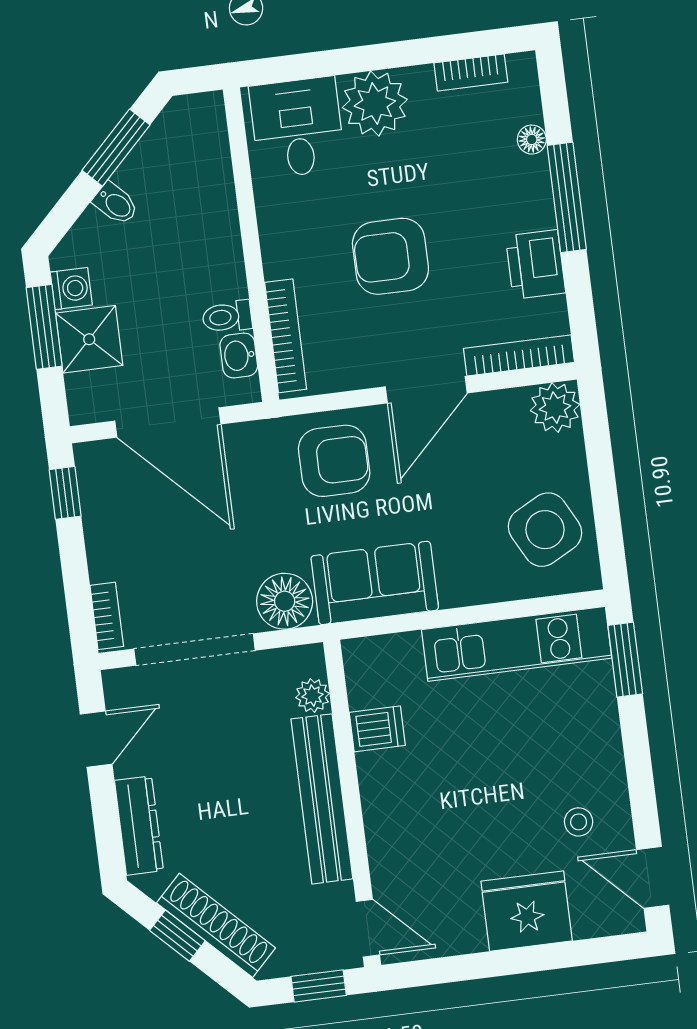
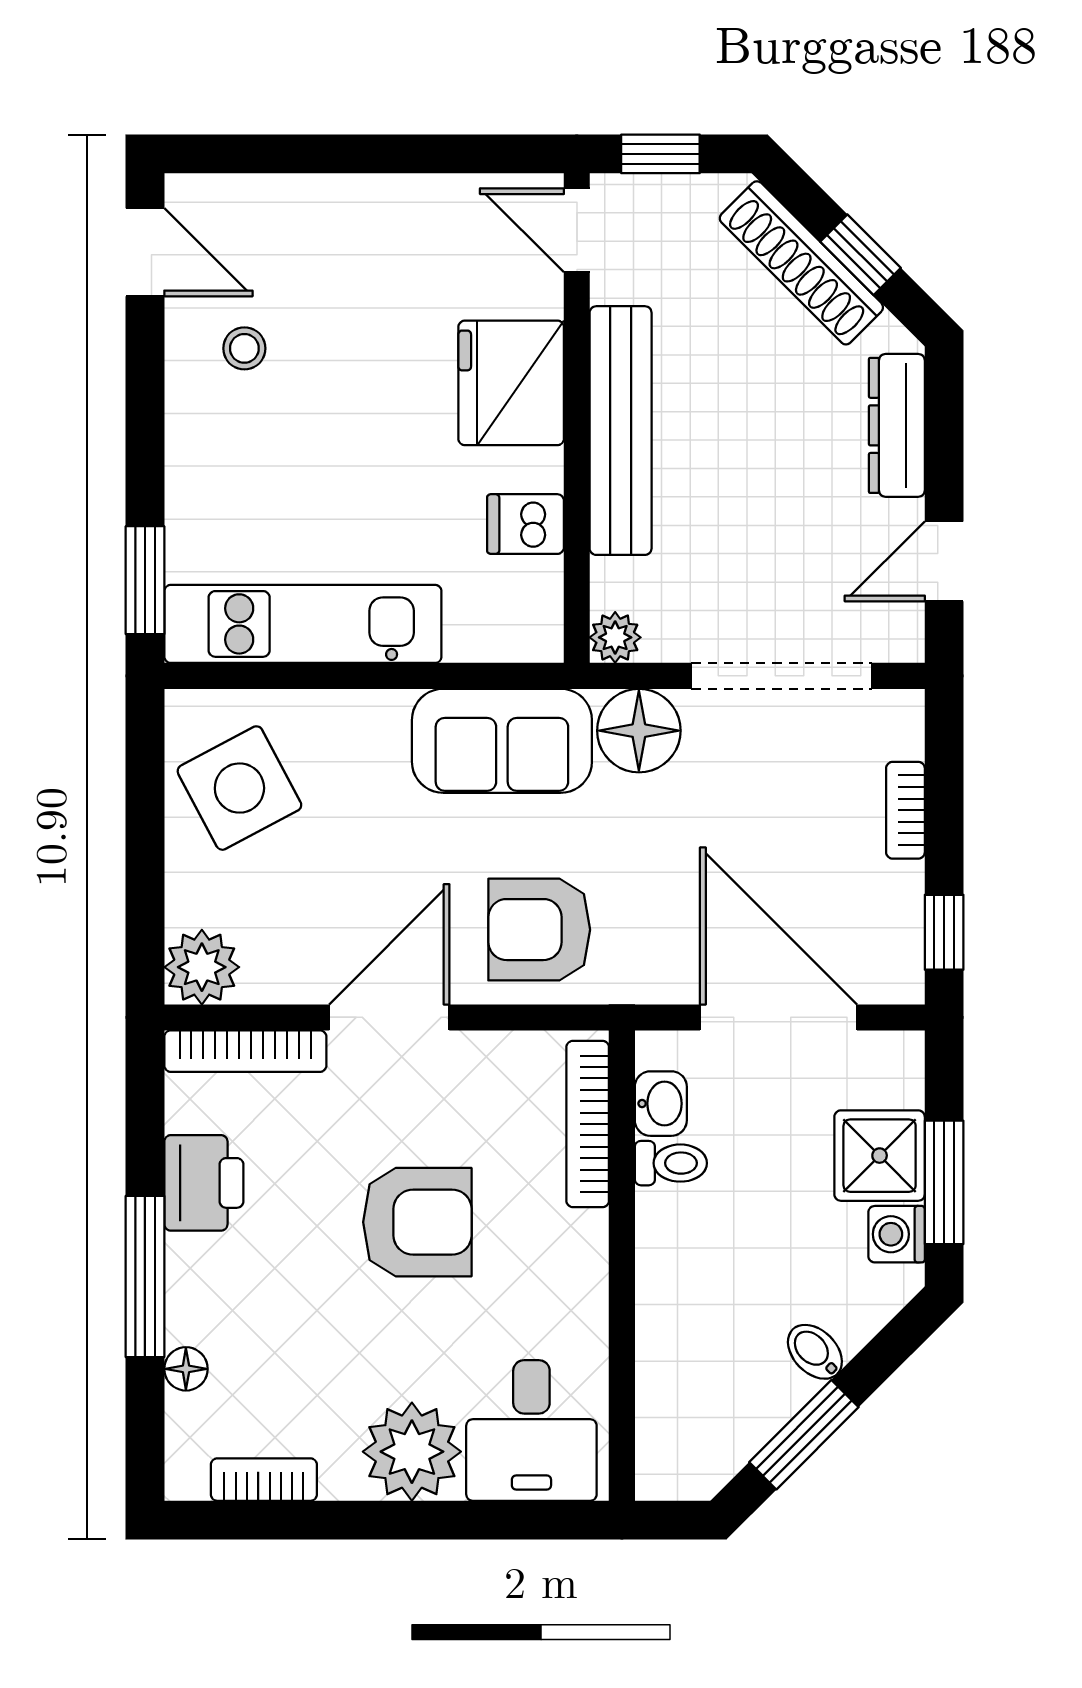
bookcase: (107, 616) -> (905, 810), moved
plant: (313, 696) -> (615, 637), moved
fridge: (527, 911) -> (511, 383), moved, turned 90

